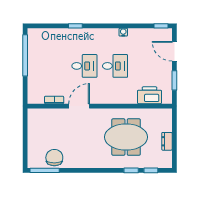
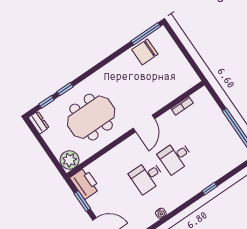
printer: (149, 95) -> (85, 183), moved, turned -90
door: (79, 106) -> (144, 124), moved
plant: (163, 117) -> (70, 160), added
dresser: (167, 141) -> (39, 123), moved
chair: (54, 158) -> (145, 52), turned 90

